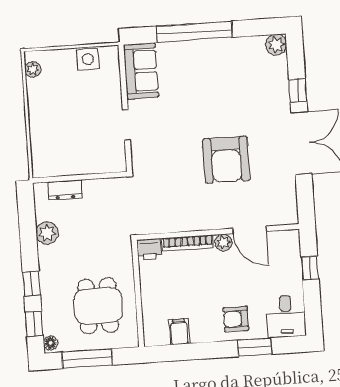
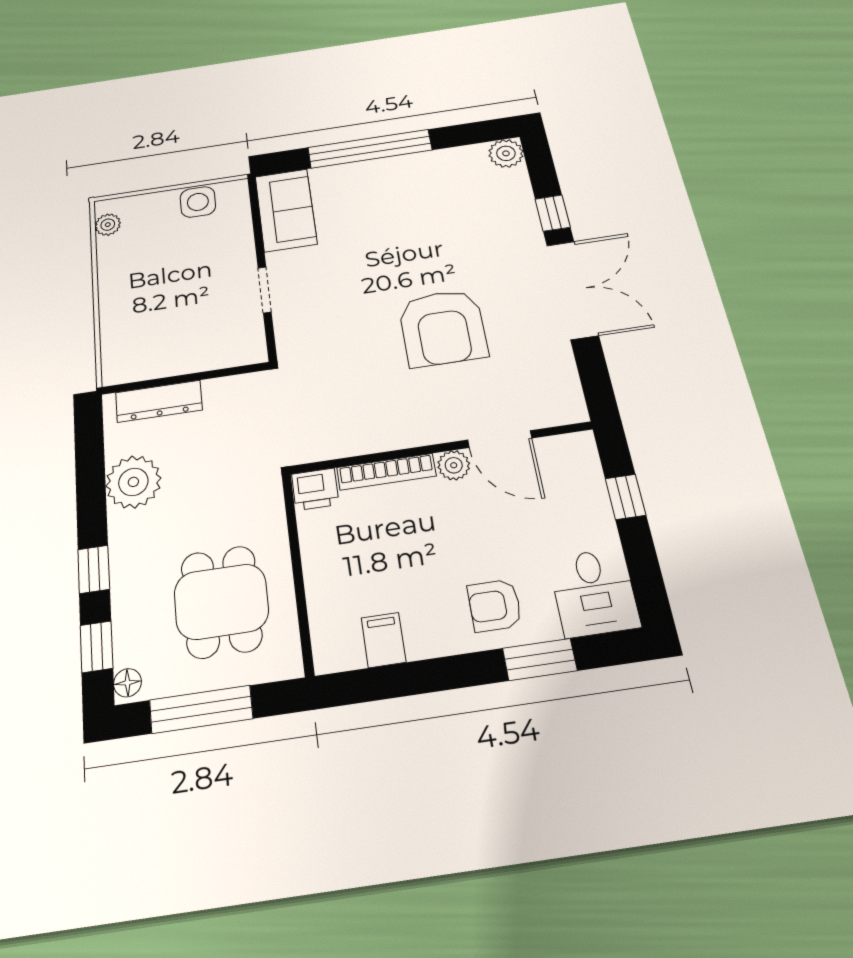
dresser: (65, 190) -> (159, 401), width x1.44
plant: (47, 233) -> (133, 482), width x1.36, depth x1.36

